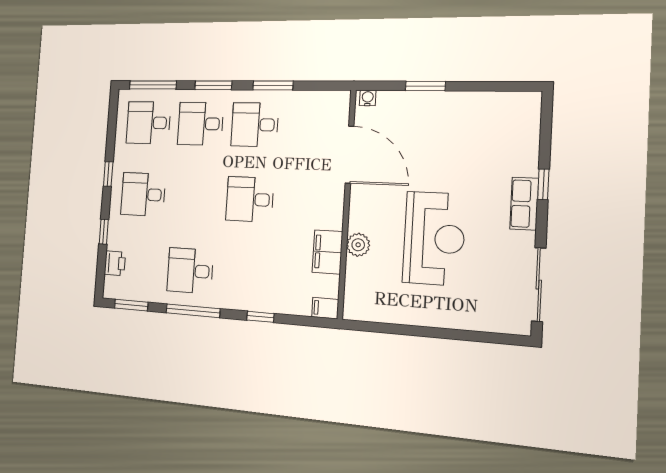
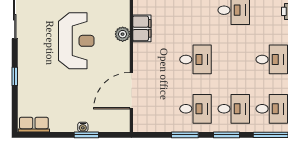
water cooler: (368, 98) -> (83, 127), moved
door: (350, 155) -> (131, 91), hinge flipped
row of seats: (524, 204) -> (34, 125), moved, turned -90
reception desk: (434, 238) -> (76, 41), turned 180

